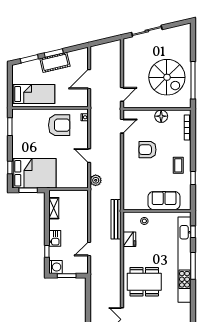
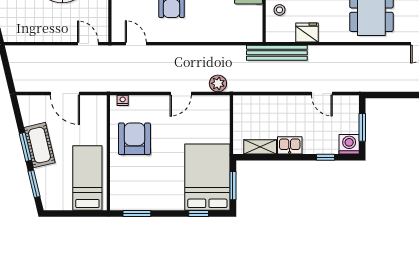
kitchen sink: (55, 238) -> (290, 145), moved

